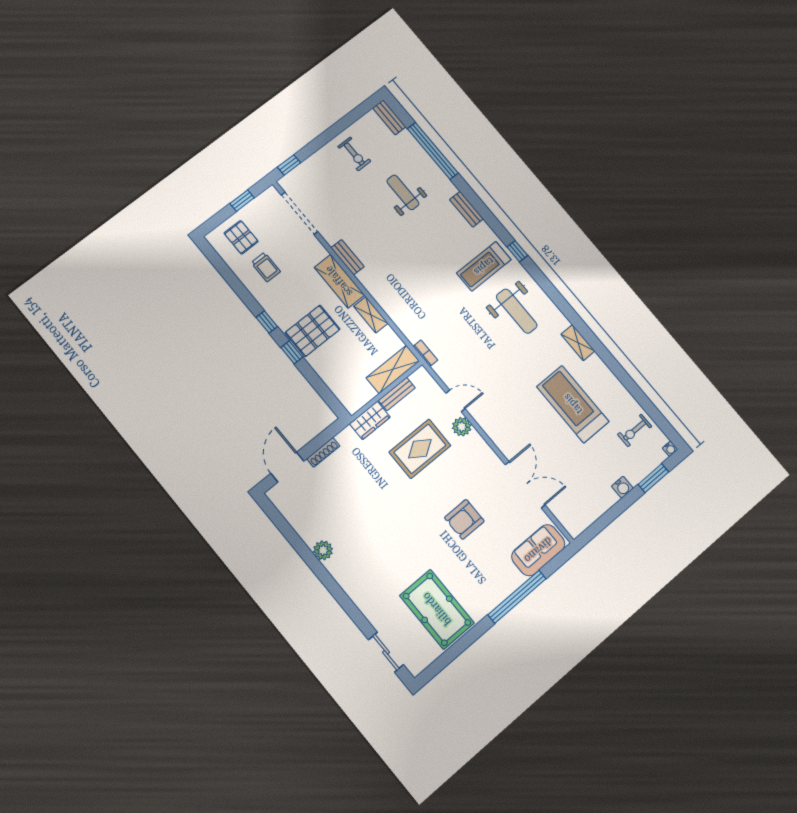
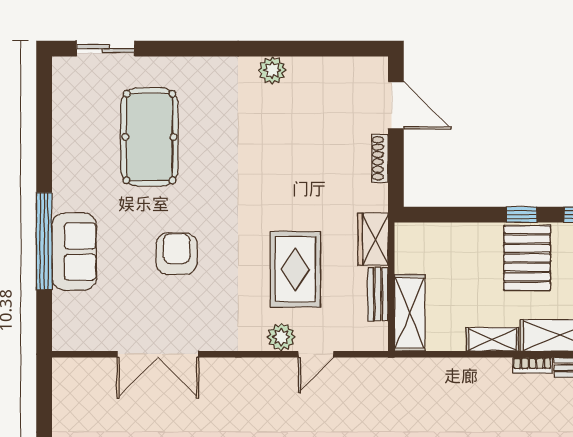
bookcase: (425, 353) -> (532, 365), moved
sofa: (538, 550) -> (74, 252), moved
pool table: (437, 609) -> (149, 137), moved, turned 90

